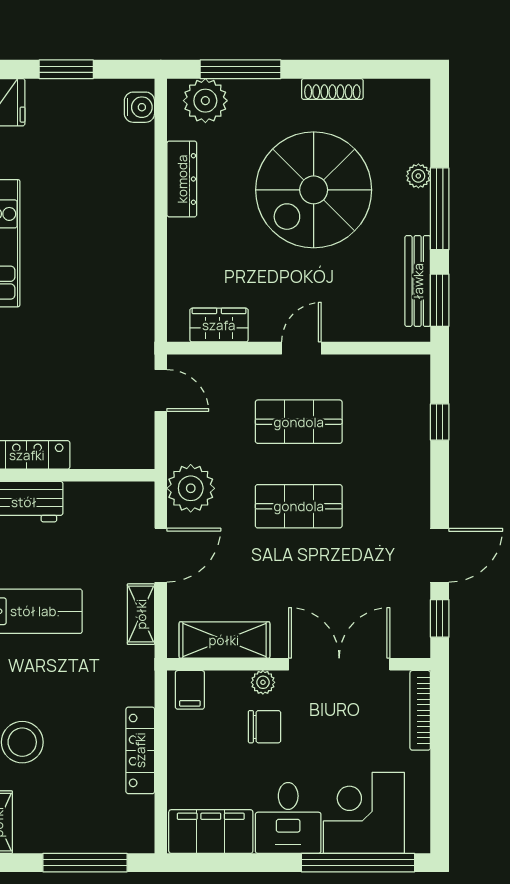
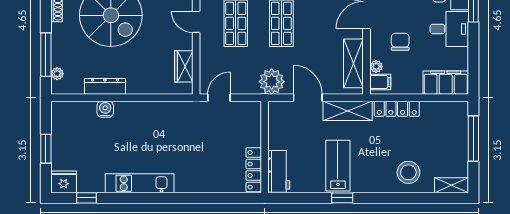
plant: (205, 101) -> (57, 74), width x0.53, depth x0.53
water cooler: (139, 107) -> (105, 109), moved
shelving: (141, 614) -> (348, 111), width x1.50, depth x1.33
plant: (263, 682) -> (376, 66), moved
locker: (140, 750) -> (397, 109), moved
filing cabinet: (211, 832) -> (446, 83), moved, turned 90

